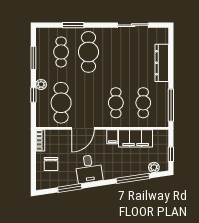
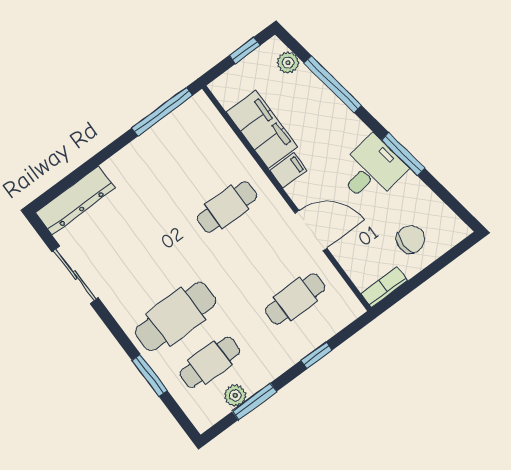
dresser: (162, 63) -> (75, 200), moved
plant: (41, 84) -> (235, 395), moved
cafe table: (61, 103) -> (295, 299), width x0.73, depth x0.74
cafe table: (143, 103) -> (193, 161), removed
window: (70, 188) -> (403, 154), moved

